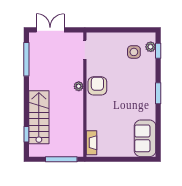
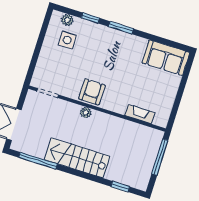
window: (158, 51) -> (90, 18), moved
armchair: (97, 86) -> (92, 92), turned 90
stairs: (39, 117) -> (77, 158), moved
fireplace: (92, 143) -> (140, 114), moved

